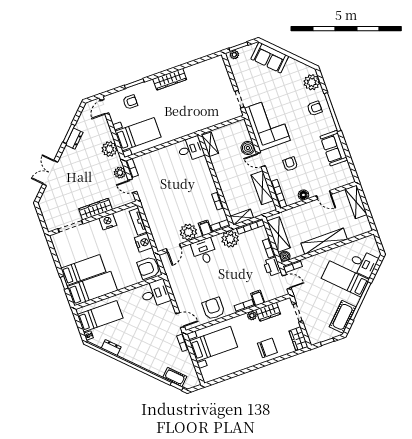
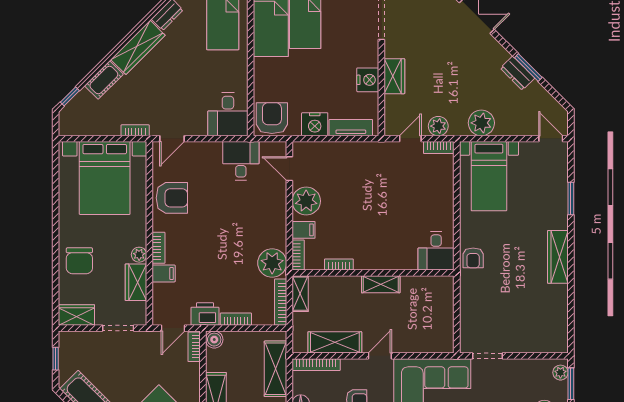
armchair: (130, 102) -> (473, 258), moved
shelving: (210, 144) -> (381, 284), moved
boiler: (248, 148) -> (406, 342), removed
wardrobe: (96, 209) -> (394, 76), width x0.67
shelving: (279, 234) -> (275, 369), moved, turned 90
desk: (204, 251) -> (241, 161), moved, turned -90
bed with nightstands: (213, 344) -> (105, 178), width x1.36
wardrobe: (135, 358) -> (138, 47), added
cot: (175, 377) -> (104, 80), moved

